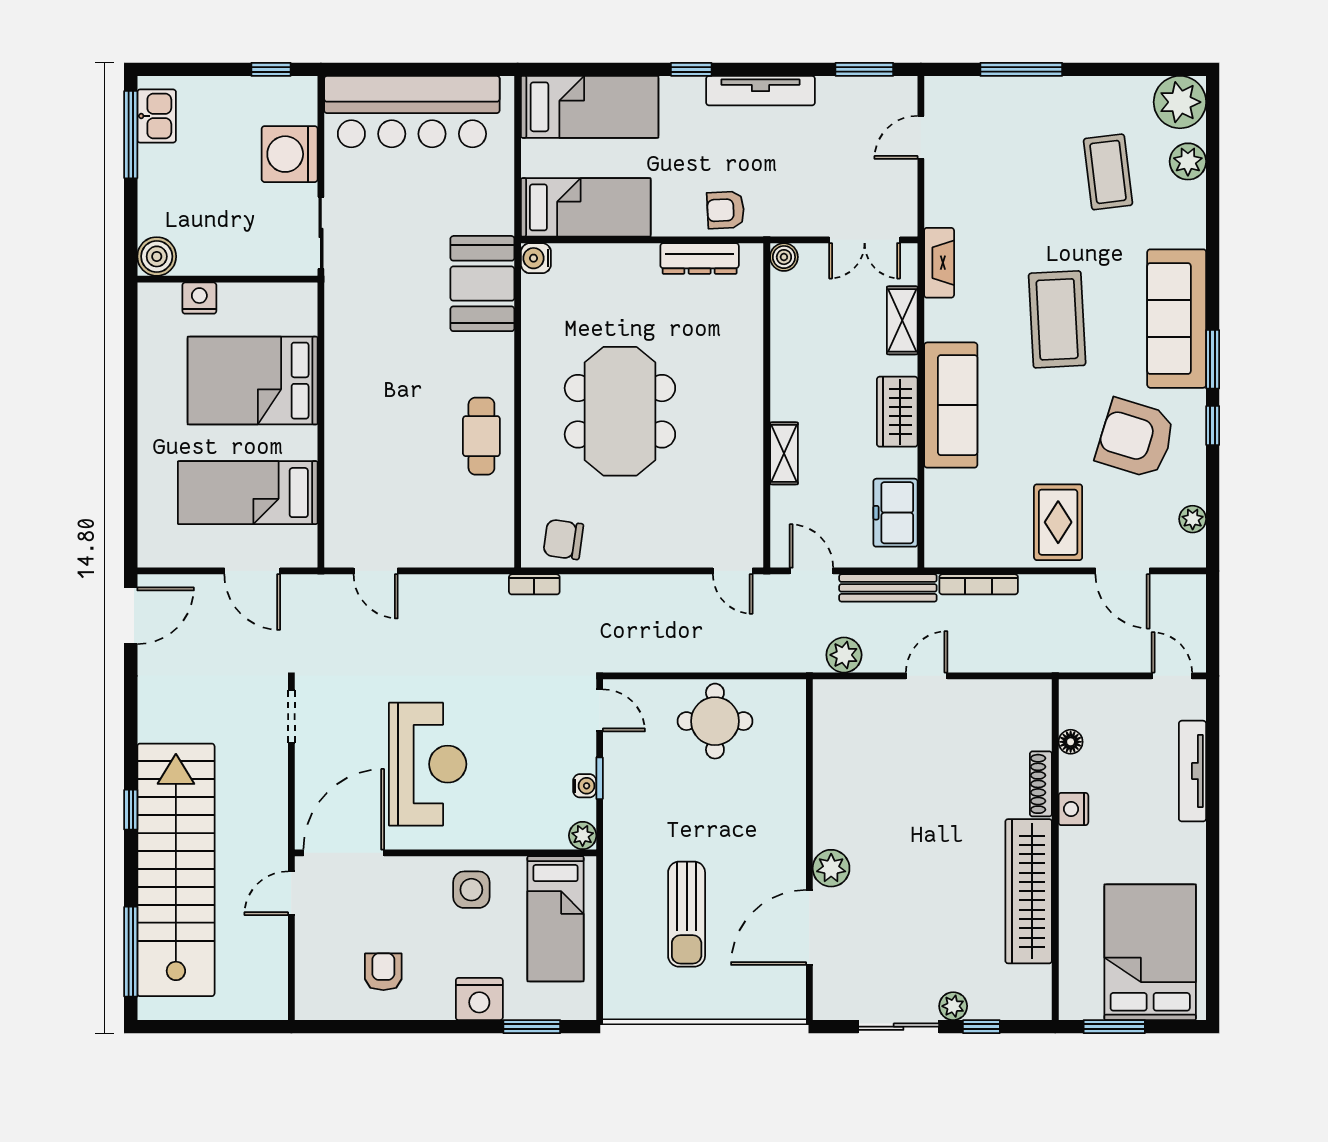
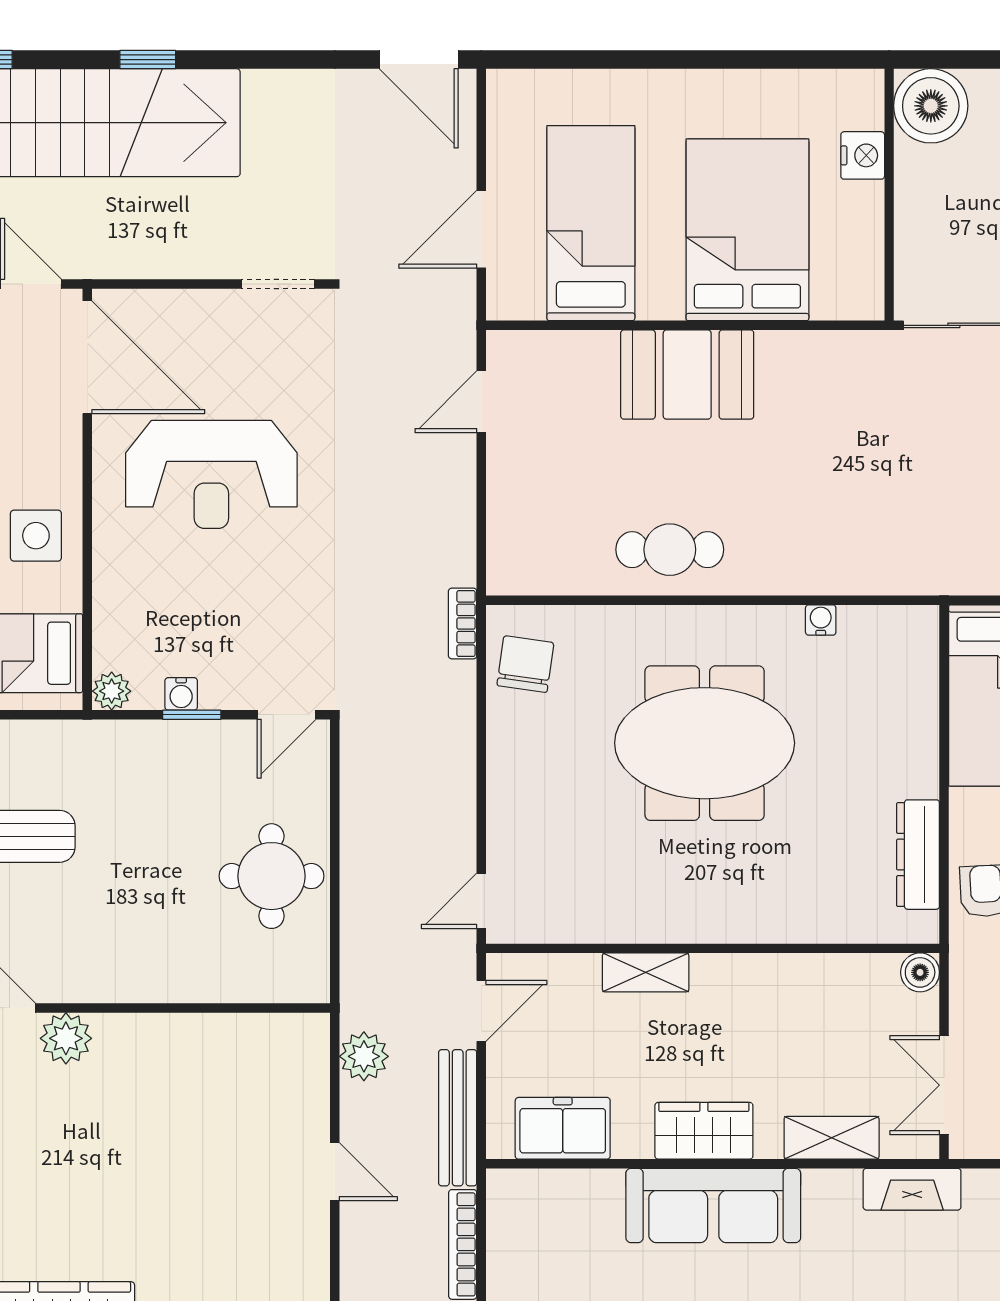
boiler: (157, 256) -> (931, 106), width x1.37, depth x1.37
water cooler: (536, 258) -> (821, 620), moved, width x0.72, depth x0.72
booth: (482, 284) -> (687, 375), moved

